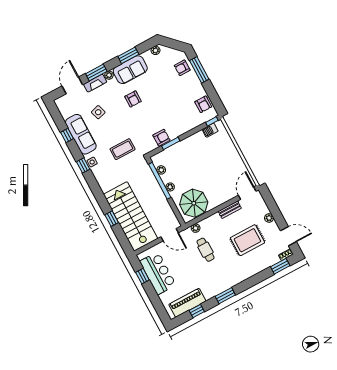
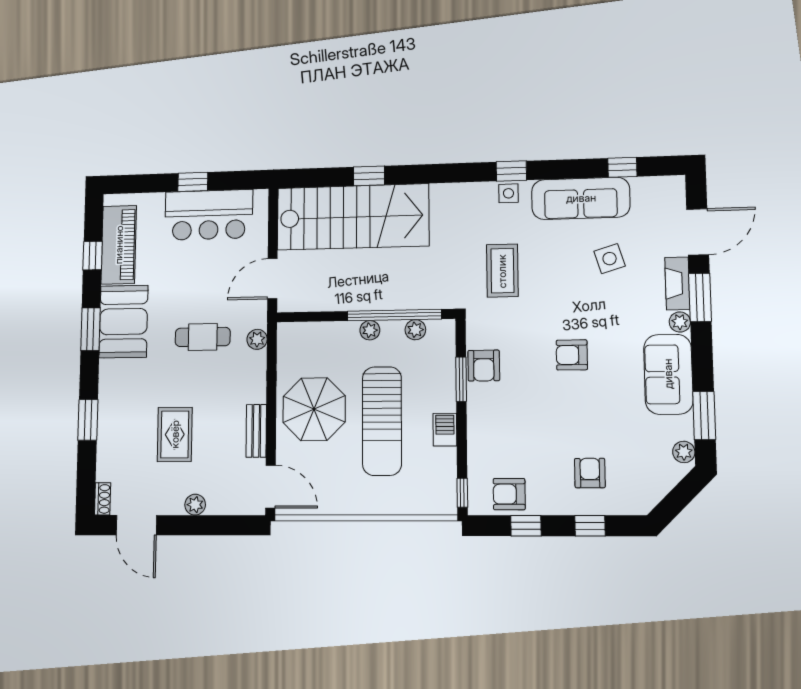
window: (128, 55) -> (704, 416), moved
armchair: (182, 68) -> (590, 473), moved
window: (199, 70) -> (590, 526), width x0.46
door: (72, 85) -> (698, 232), hinge flipped
window: (211, 92) -> (526, 526), added
armchair: (133, 99) -> (572, 355), moved
barbecue: (210, 130) -> (445, 430), moved
window: (67, 135) -> (622, 167), moved
sun lounger: (201, 165) -> (382, 421), added
parasol: (194, 203) -> (314, 409), moved
door: (288, 236) -> (136, 525), hinge flipped
rug: (247, 240) -> (175, 434), width x0.73, depth x0.70
window: (280, 266) -> (88, 420), moved
window: (142, 276) -> (193, 182), moved
booth: (216, 284) -> (123, 322), added

